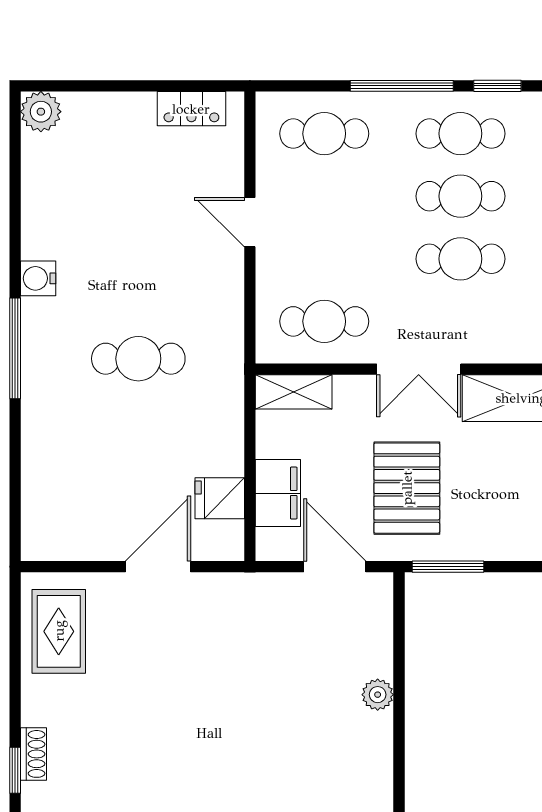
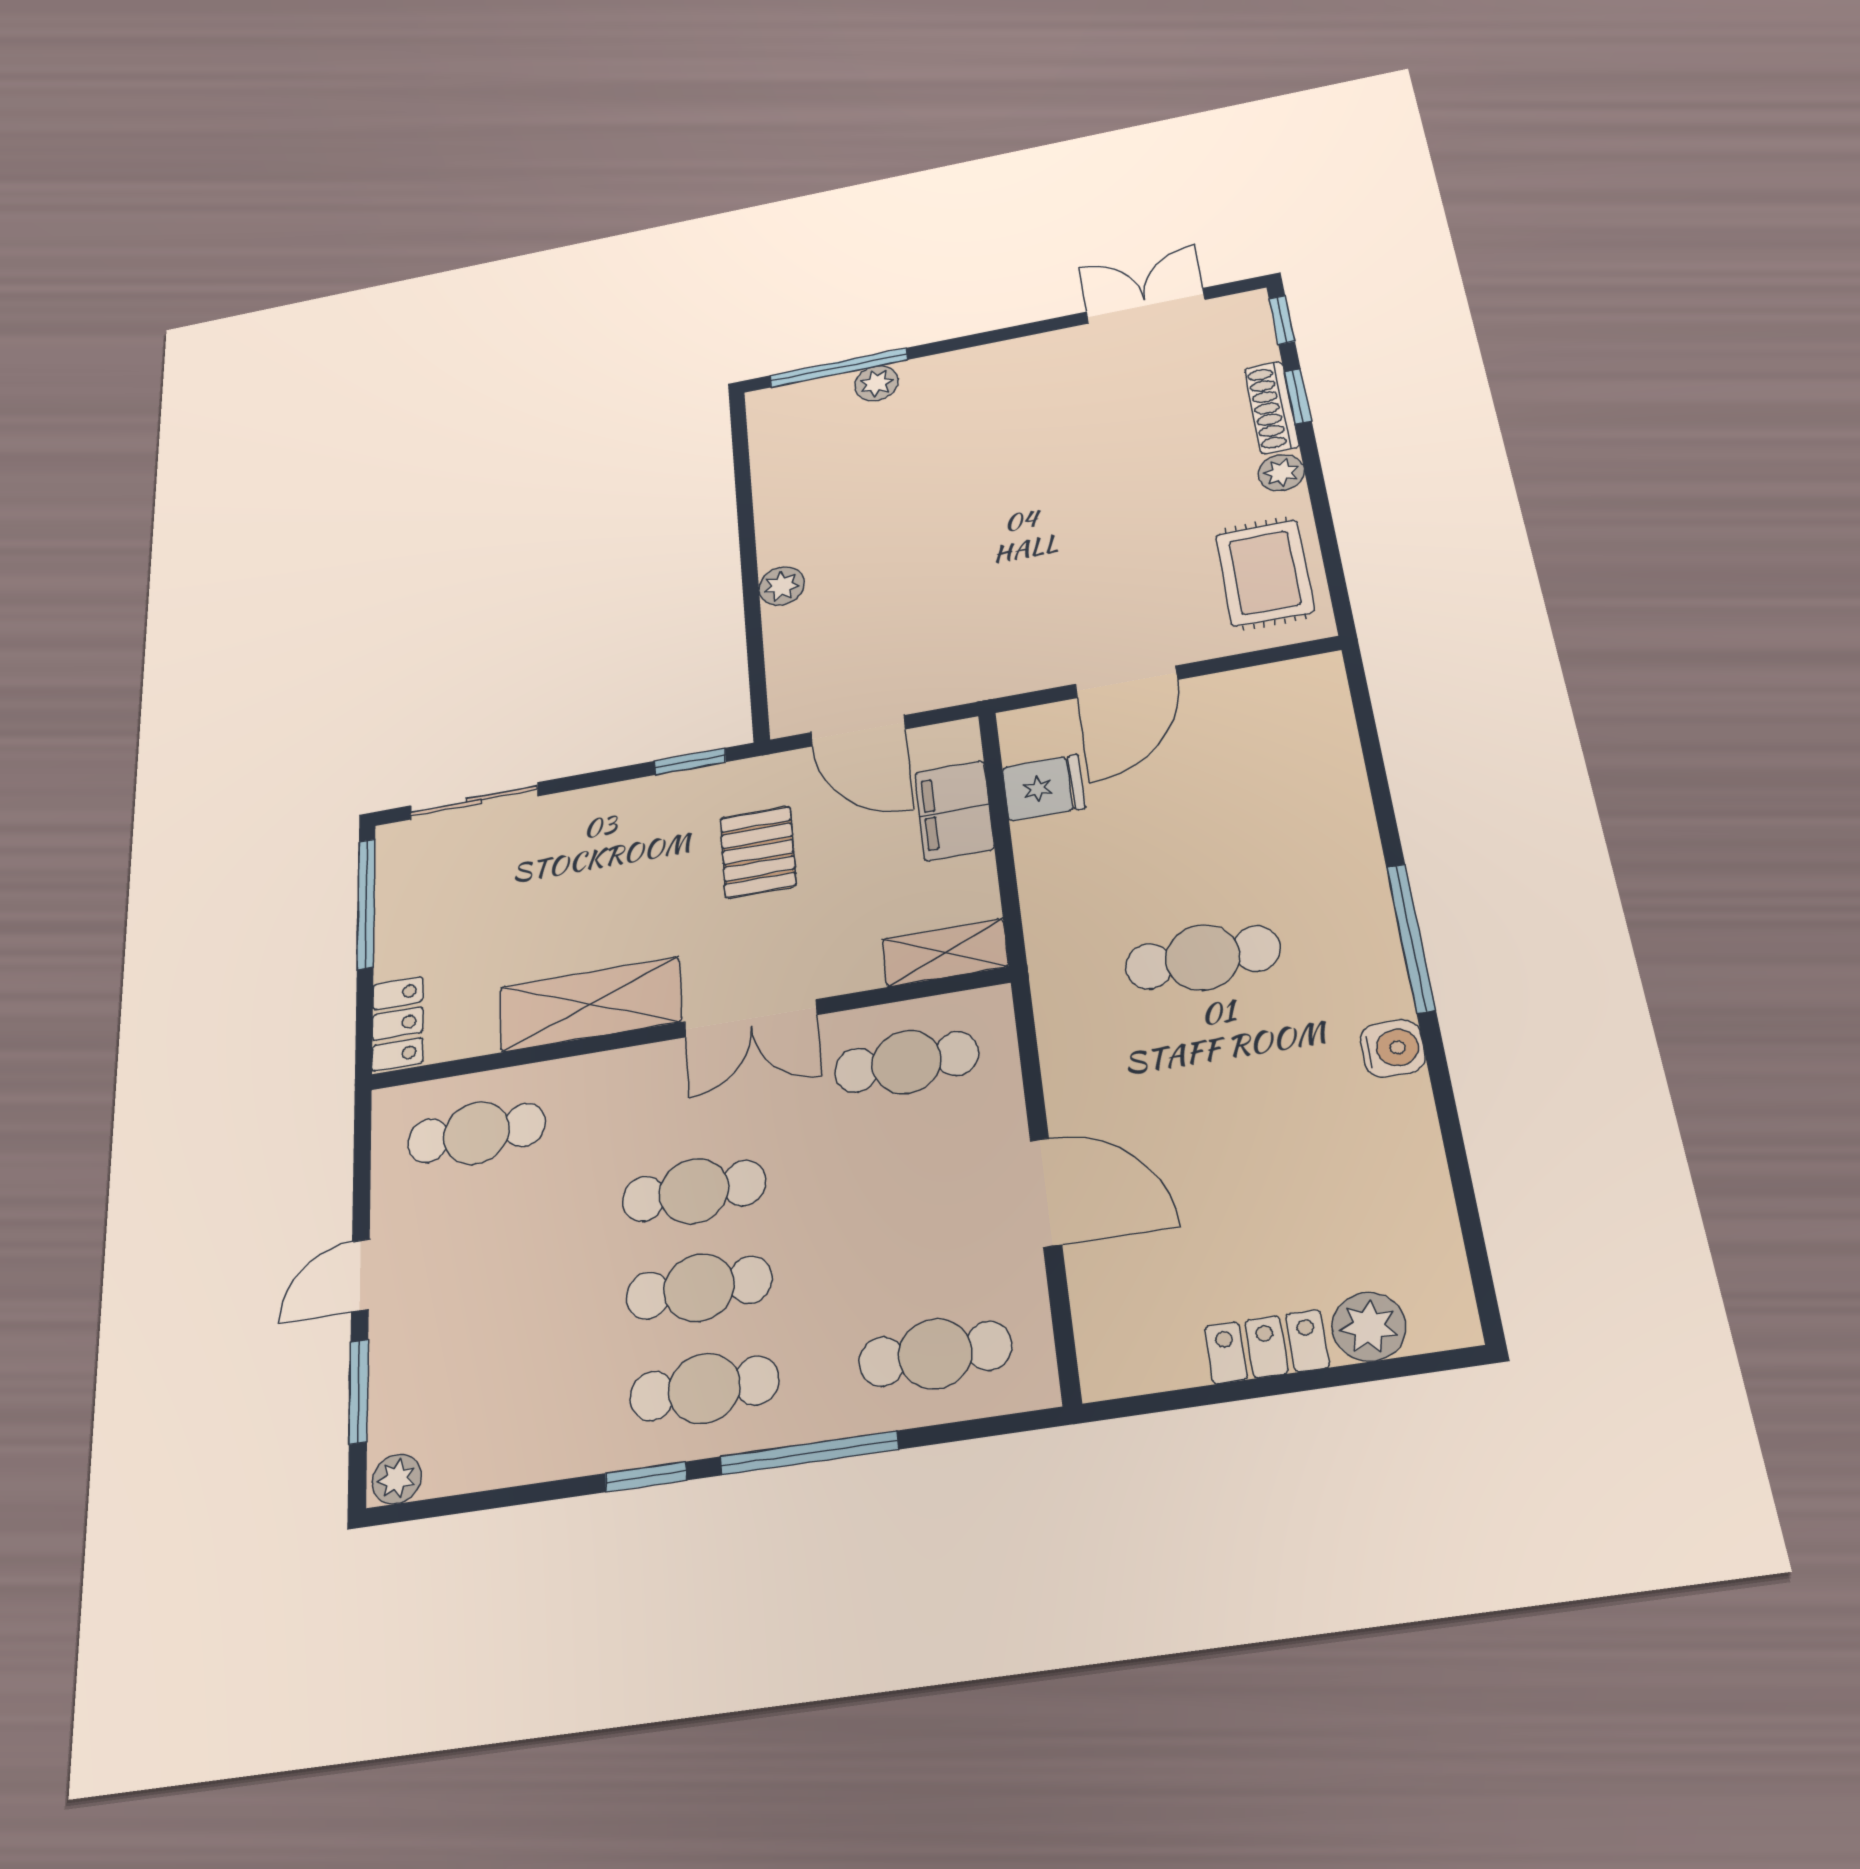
locker: (191, 109) -> (1267, 1347), moved
plant: (41, 112) -> (1369, 1327), moved
door: (250, 222) -> (1046, 1192), width x1.38
double door: (419, 369) -> (751, 1018), swing flipped
pallet: (407, 488) -> (758, 852), width x0.67, depth x0.71
window: (448, 567) -> (690, 761), width x0.67
plant: (36, 709) -> (1281, 473), added
shoe rack: (34, 754) -> (1272, 408), width x1.43

